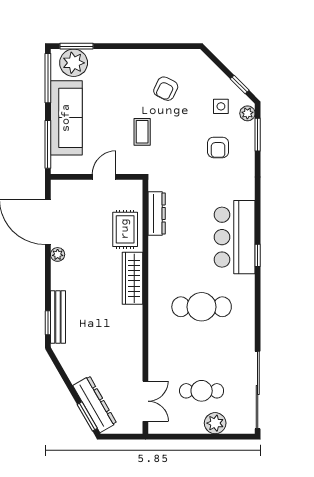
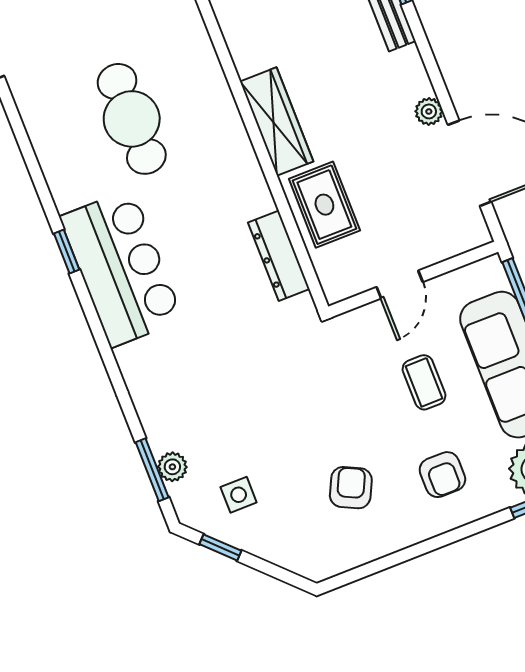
plant: (247, 113) -> (172, 467), moved
coffee table: (142, 132) -> (424, 382), moved
armchair: (218, 147) -> (442, 475), moved, turned 180
cafe table: (202, 307) -> (132, 119), turned 90

